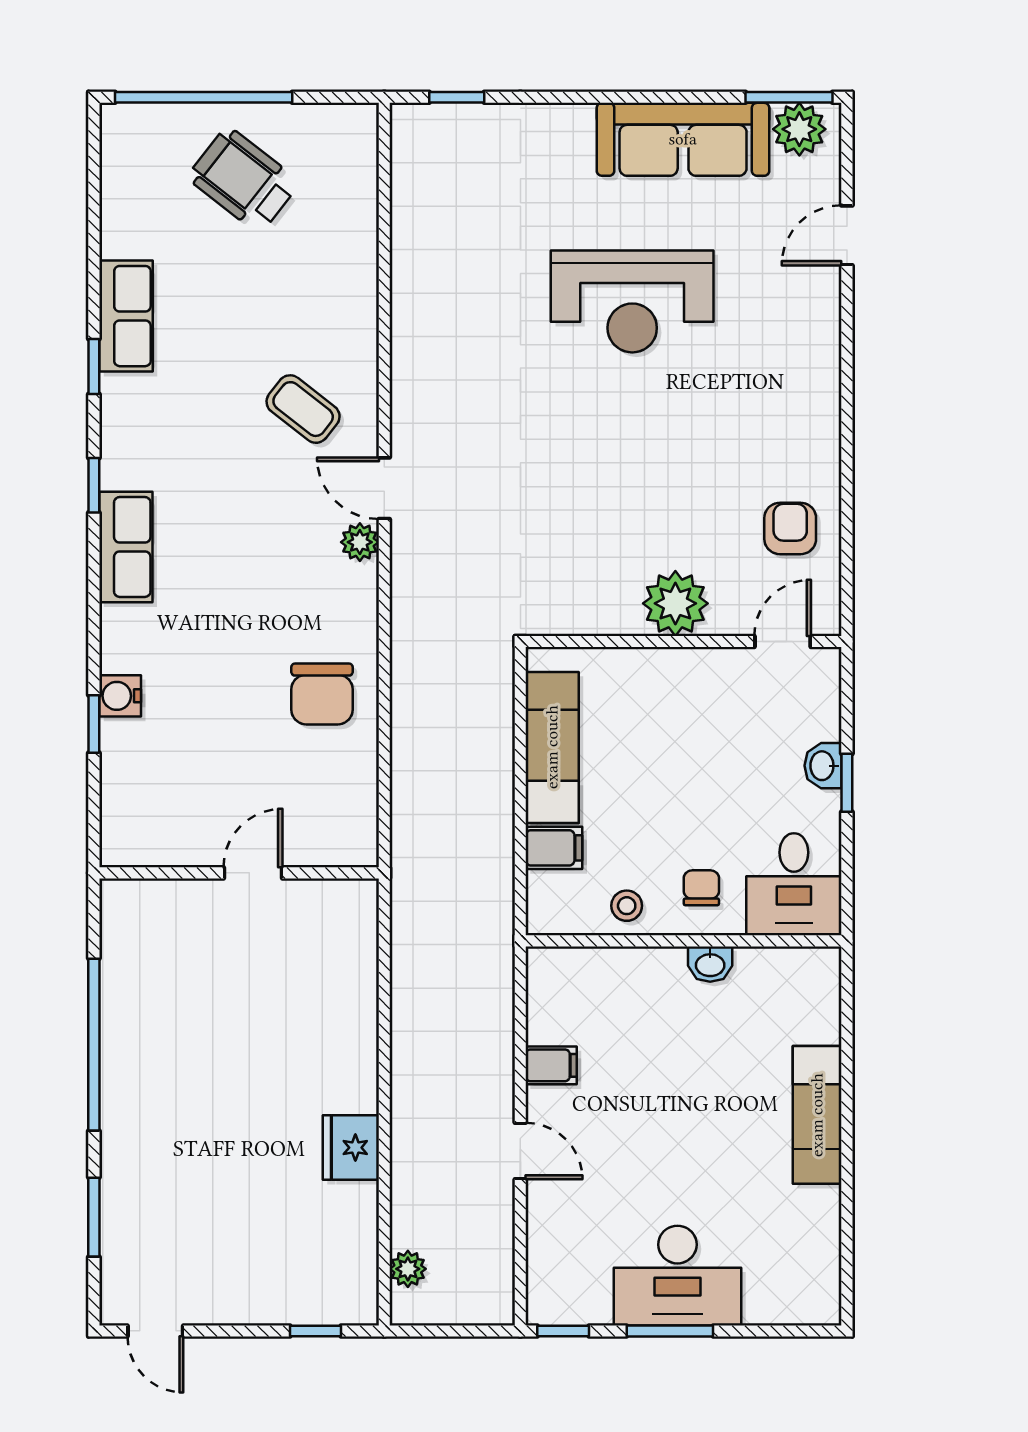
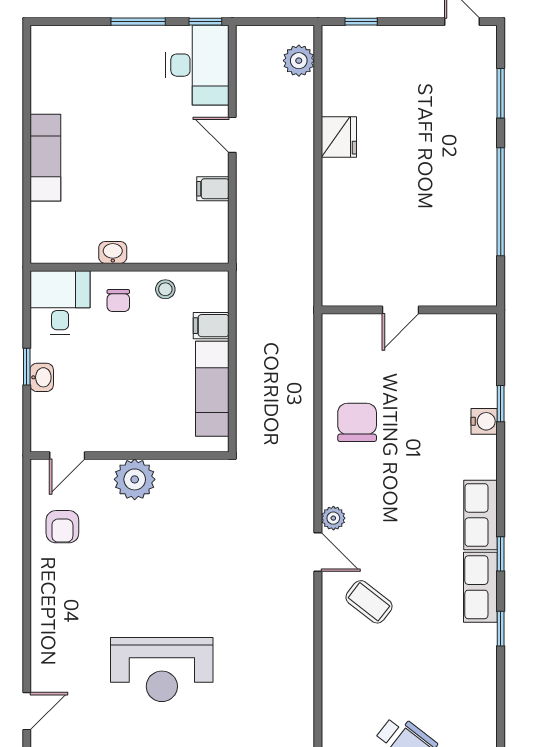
reception desk: (632, 301) -> (162, 670), turned 180
row of seats: (126, 316) -> (480, 587), moved
plant: (408, 1269) -> (299, 61), width x1.38, depth x1.38
desk: (677, 1276) -> (197, 65), moved, turned 90

